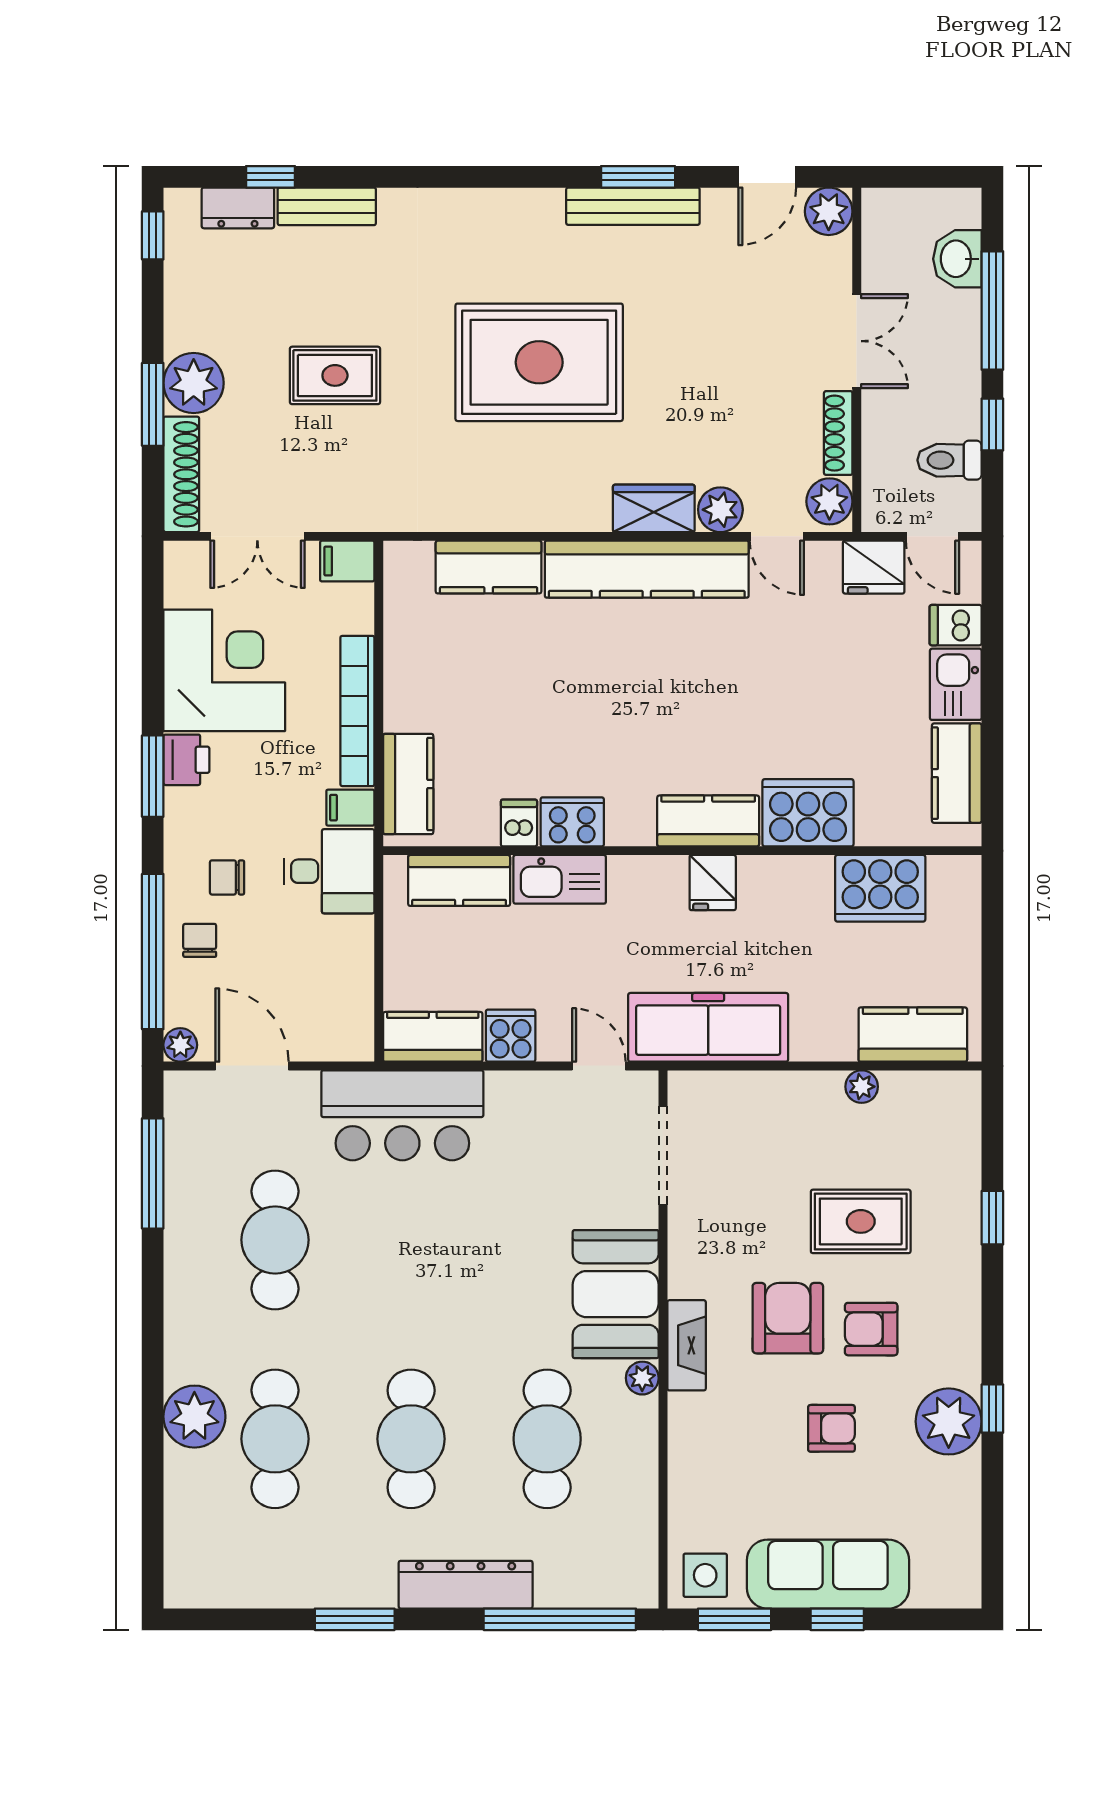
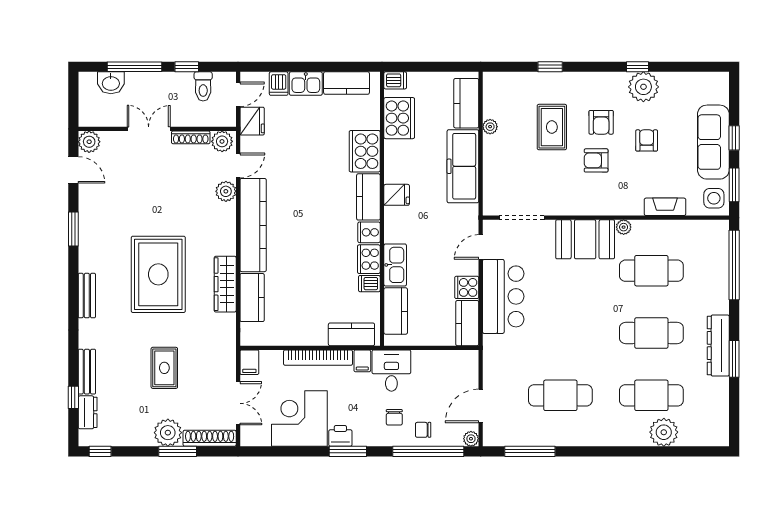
bench: (633, 206) -> (87, 296), moved, width x0.73
wardrobe: (654, 508) -> (225, 284), moved, width x1.50
cooker: (631, 822) -> (369, 232), added
dishwasher: (963, 879) -> (395, 80), added
freezer: (708, 1027) -> (463, 166), moved
bar counter: (402, 1115) -> (503, 296), moved
armchair: (788, 1318) -> (596, 160), width x0.72, depth x0.72
fireplace: (687, 1345) -> (665, 207), moved
plant: (194, 1417) -> (664, 432), moved
dresser: (466, 1585) -> (718, 346), moved

